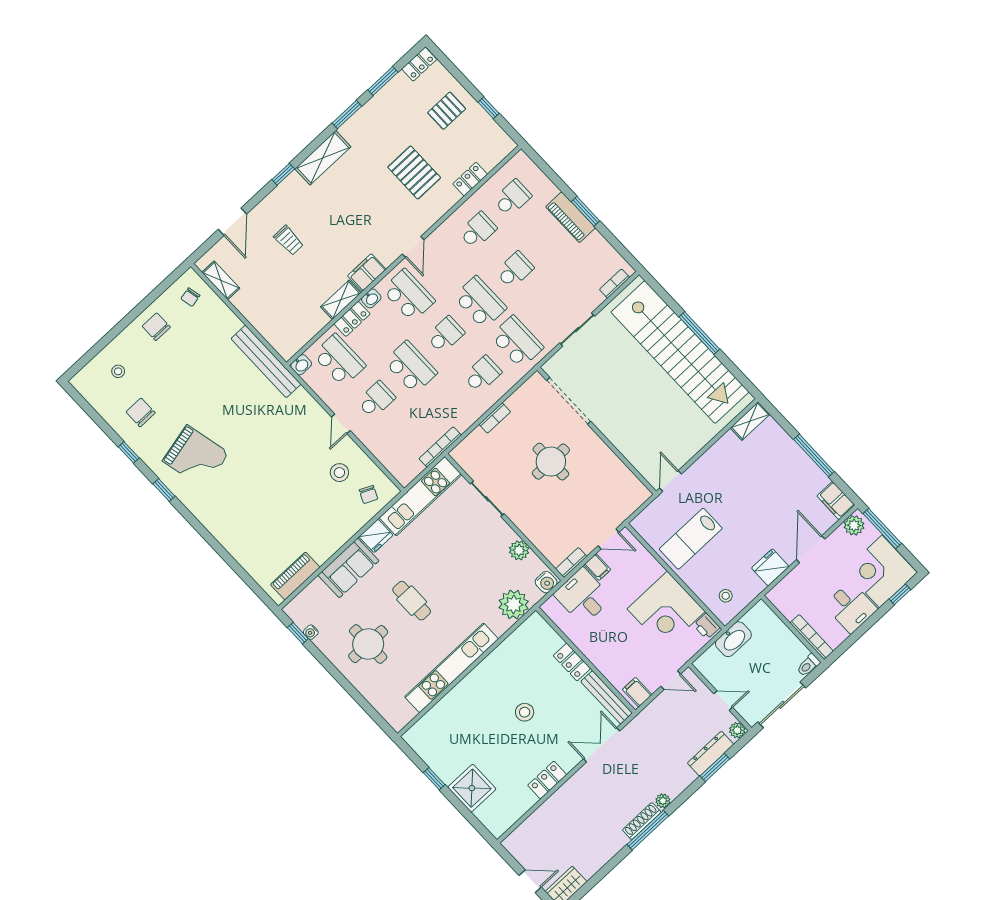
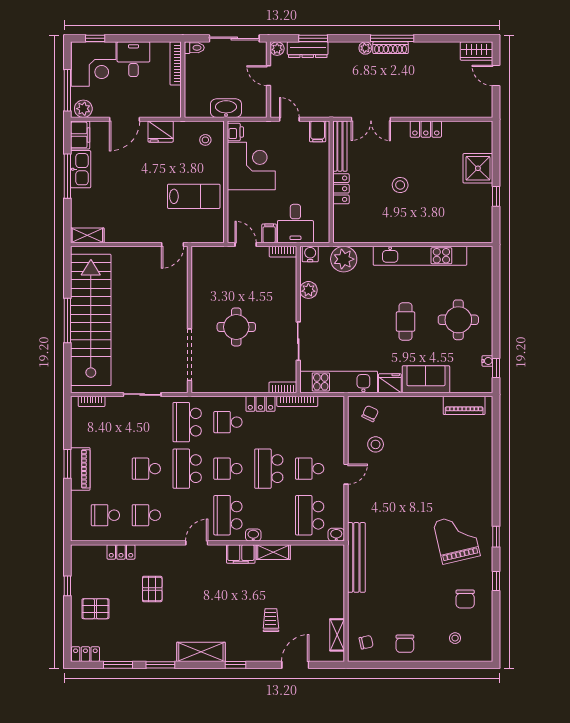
pallet: (414, 172) -> (152, 589), width x0.67, depth x0.71
locker: (352, 319) -> (260, 404), moved, turned 180
bookcase: (495, 418) -> (283, 387), moved
kitchen sink: (808, 472) -> (81, 169), added

